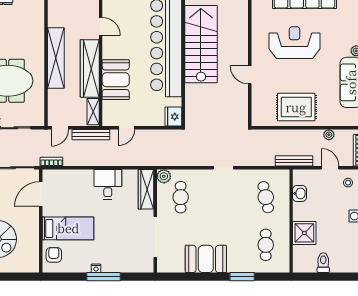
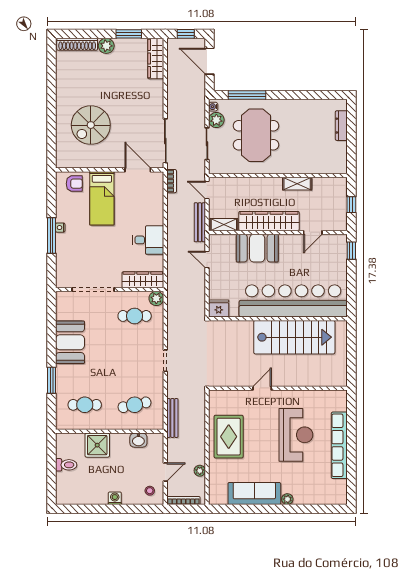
shelving: (56, 58) -> (297, 184), width x0.45, depth x0.75
bench: (294, 161) -> (172, 418), moved

